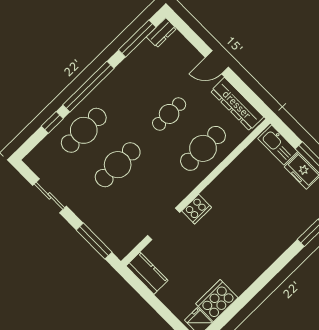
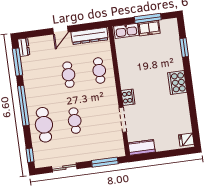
window: (52, 122) -> (30, 155), moved
cafe table: (203, 148) -> (99, 70), width x0.73, depth x0.74
cafe table: (118, 165) -> (75, 121), width x0.73, depth x0.74
cooker: (217, 301) -> (177, 82), moved

